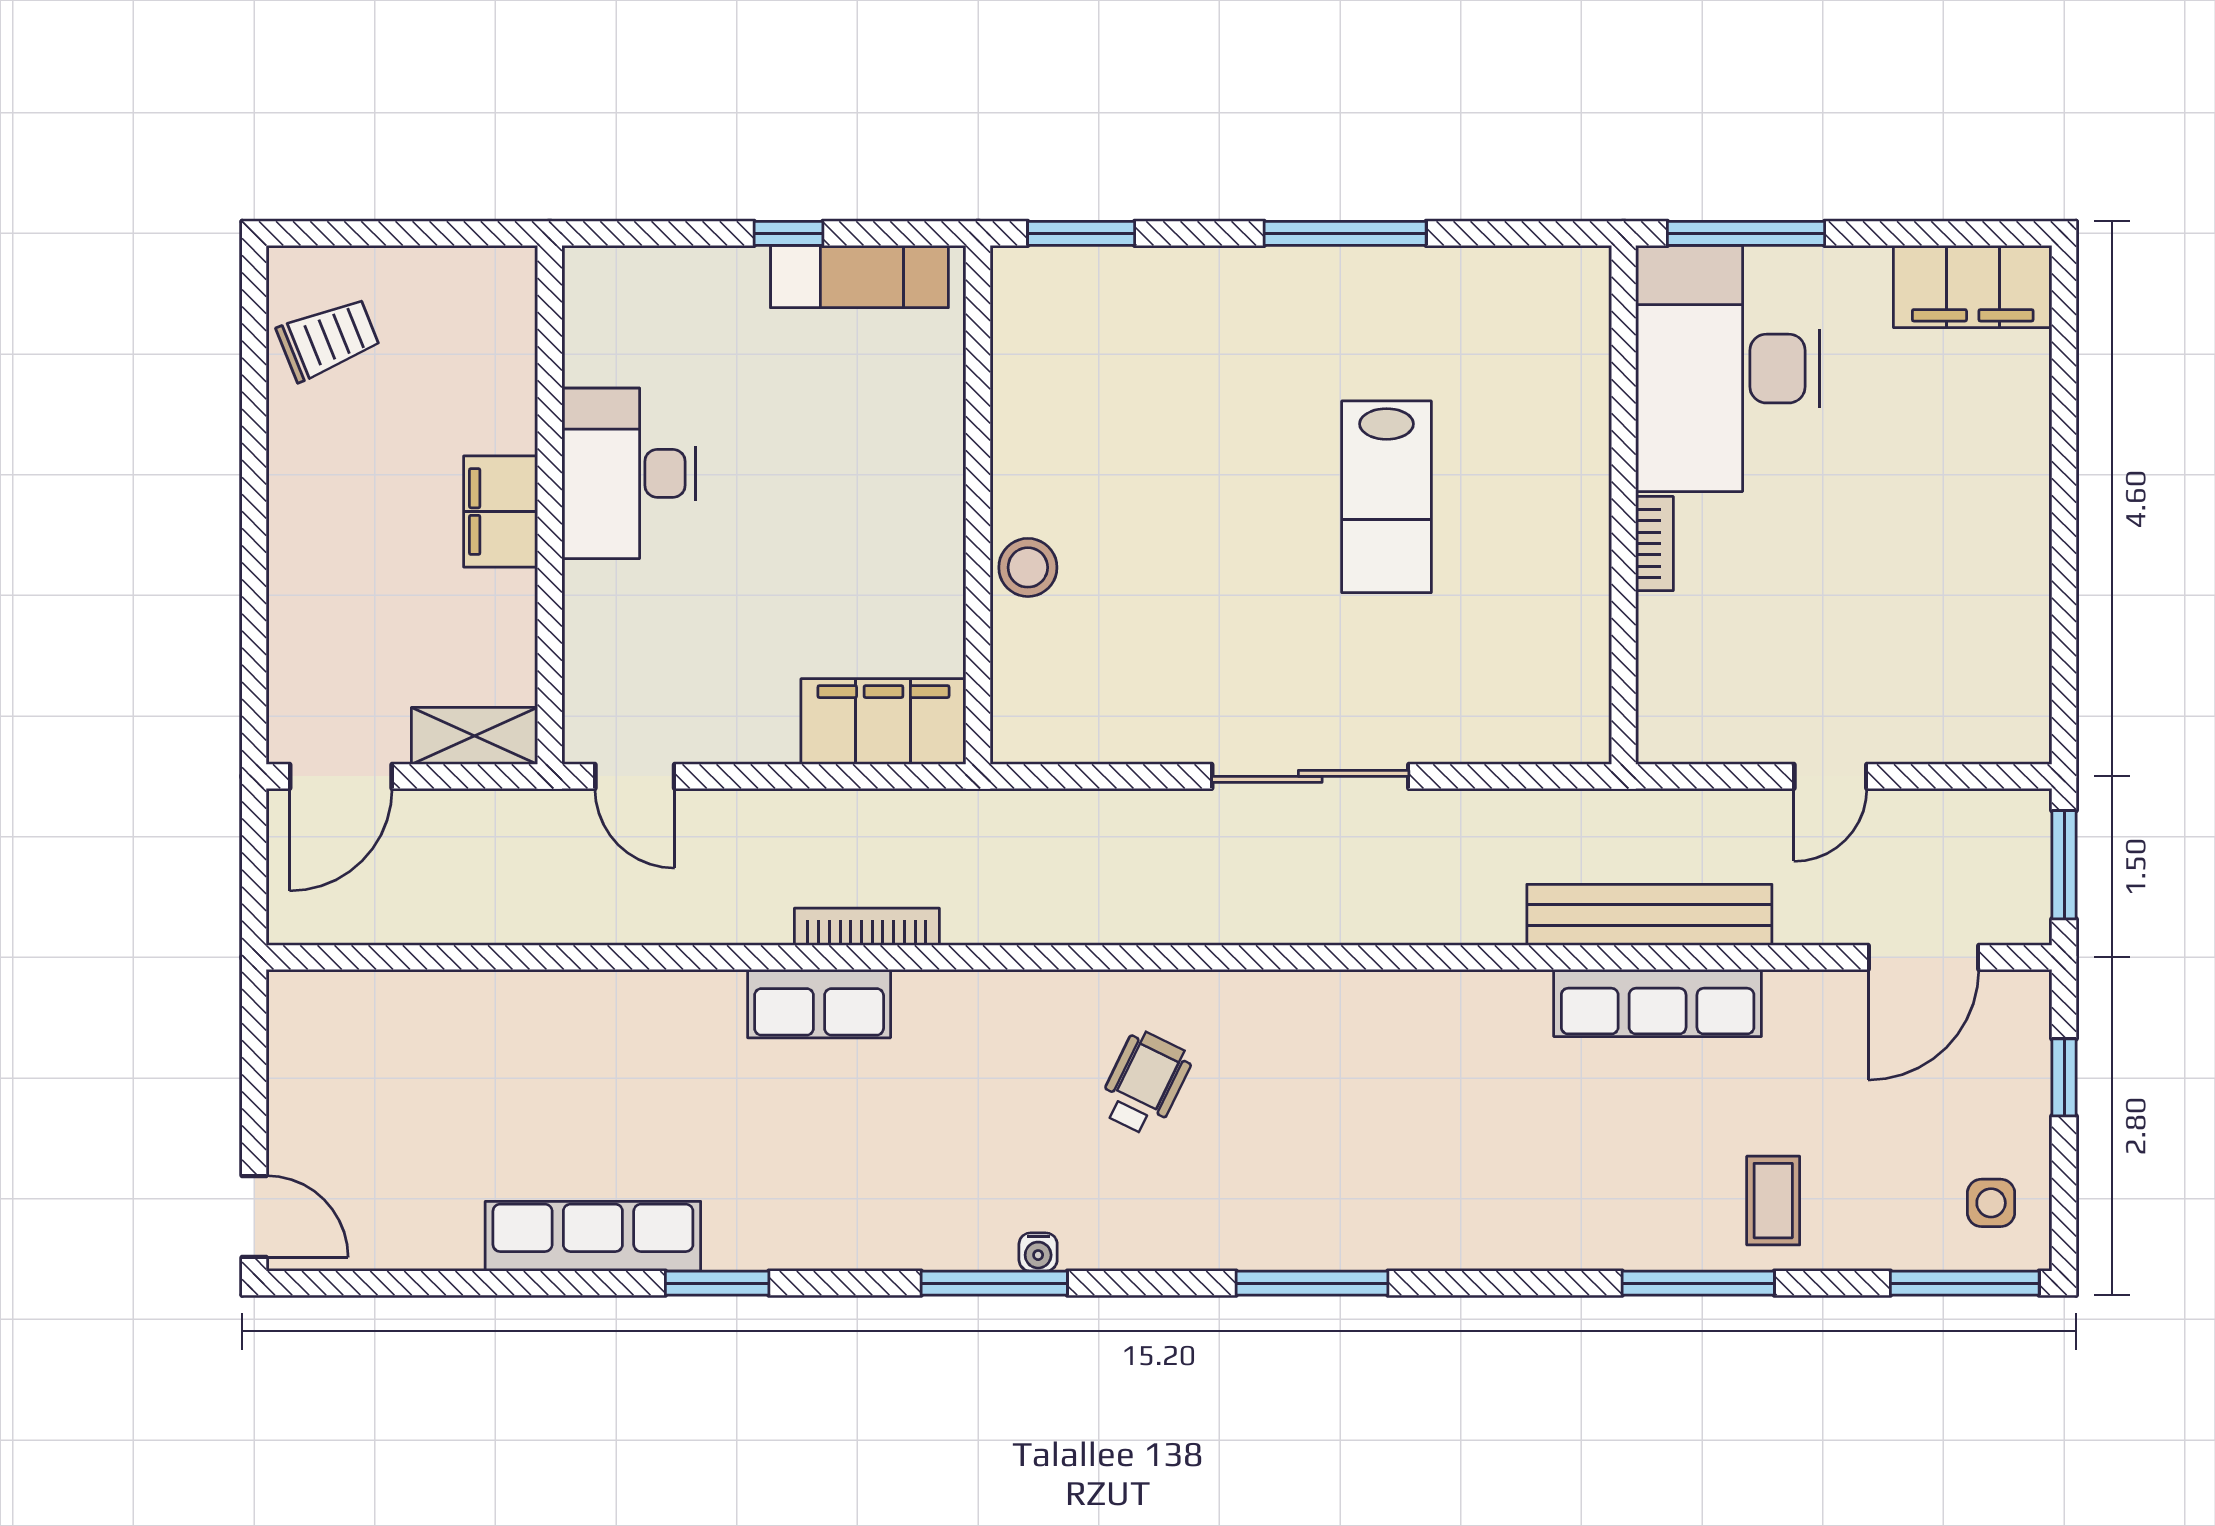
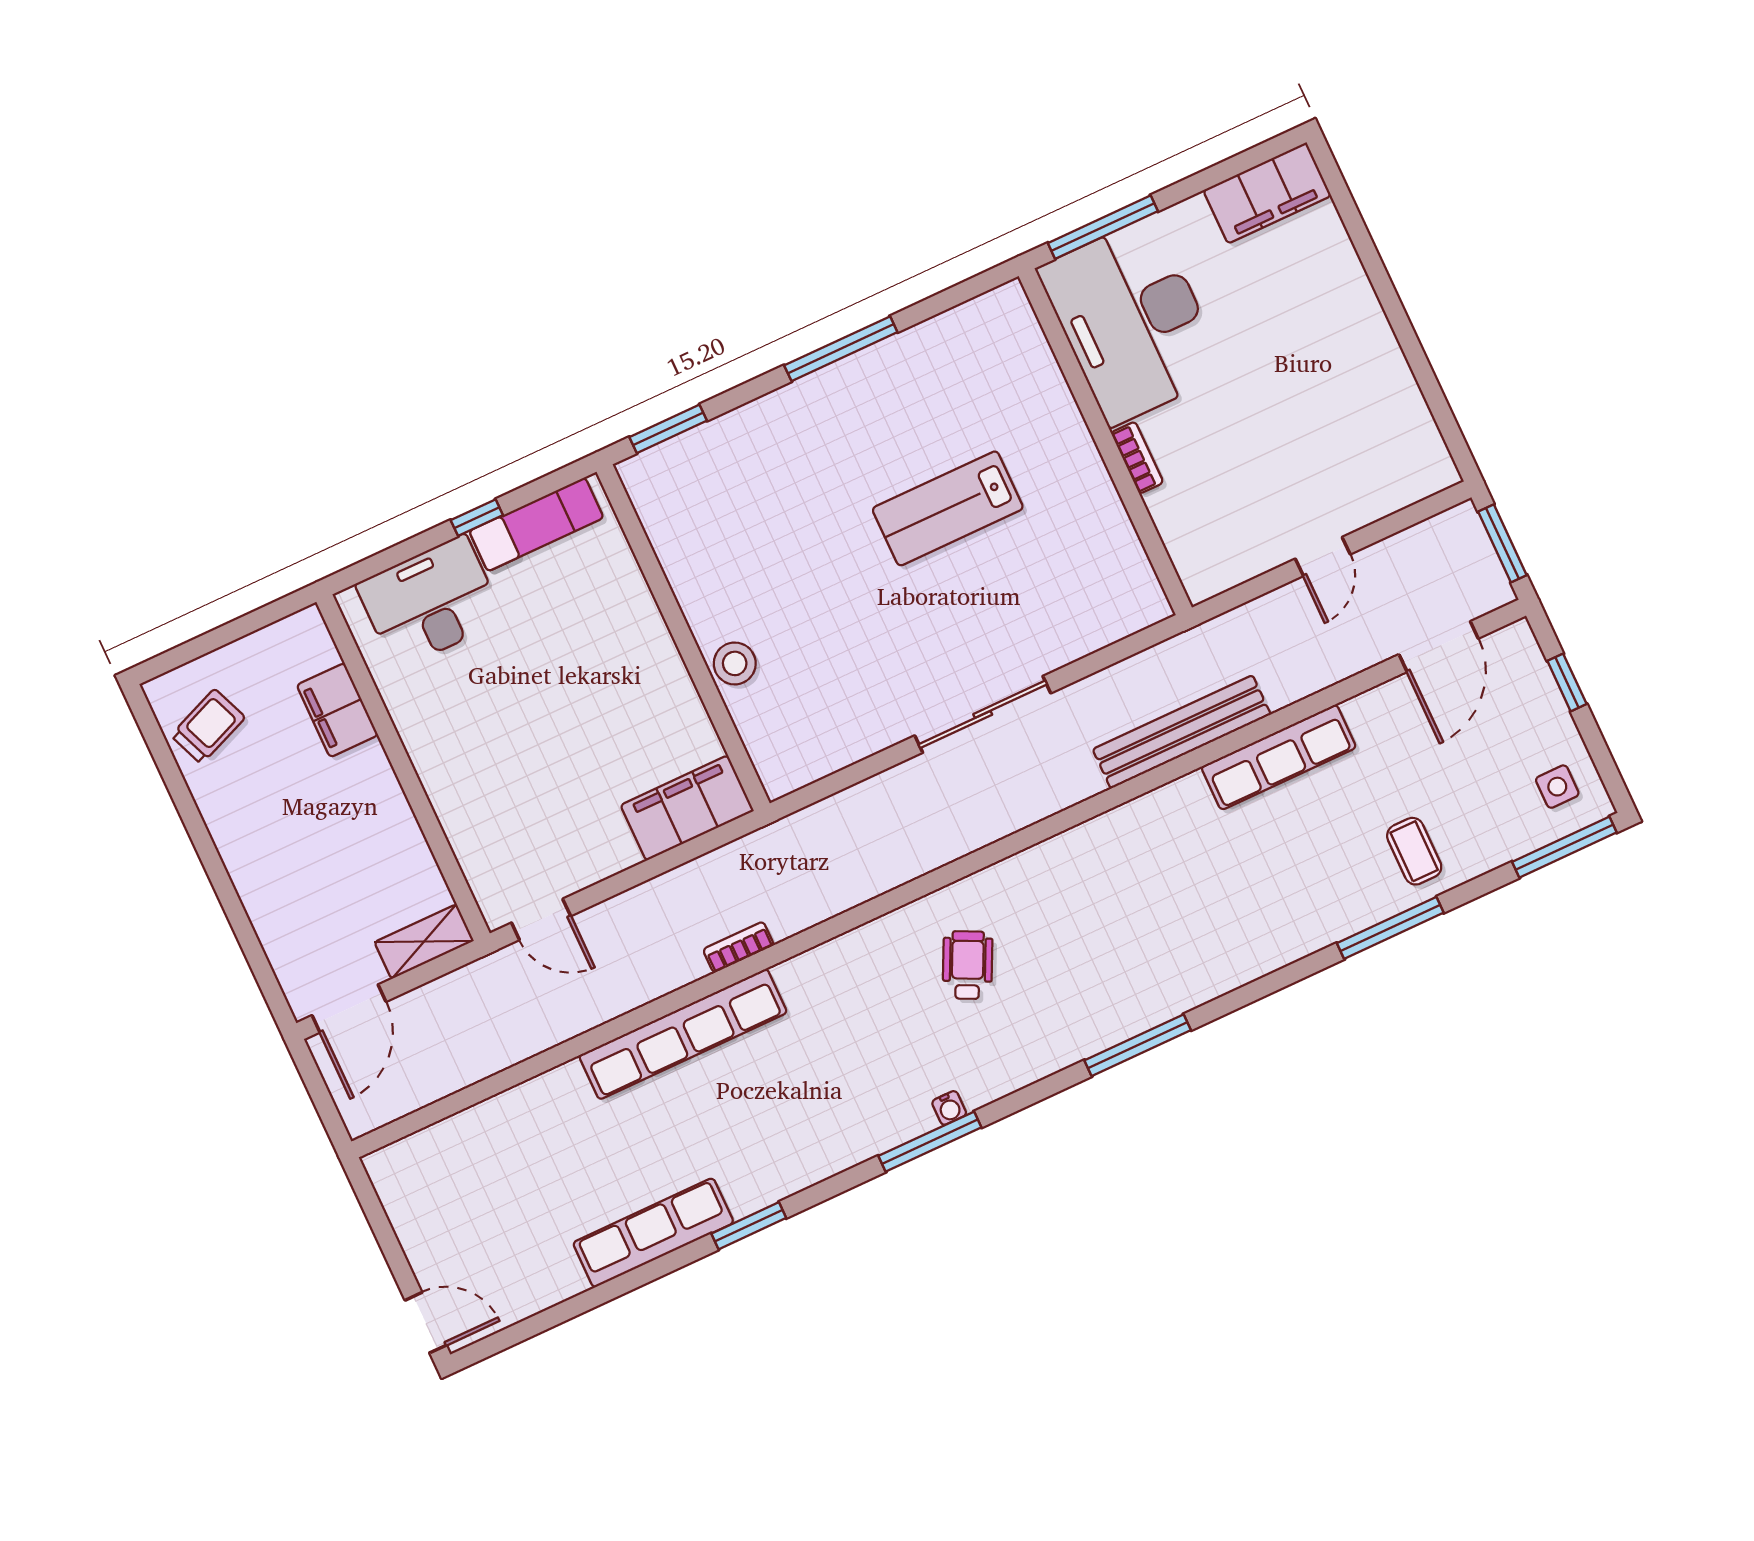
desk: (629, 473) -> (430, 602), moved, turned 90
lab bench: (1387, 497) -> (948, 508), turned 90
filing cabinet: (501, 512) -> (337, 710), moved
bench: (1649, 915) -> (1182, 732), moved
bookcase: (867, 927) -> (738, 947), width x0.64
row of seats: (819, 1004) -> (683, 1034), width x2.02

